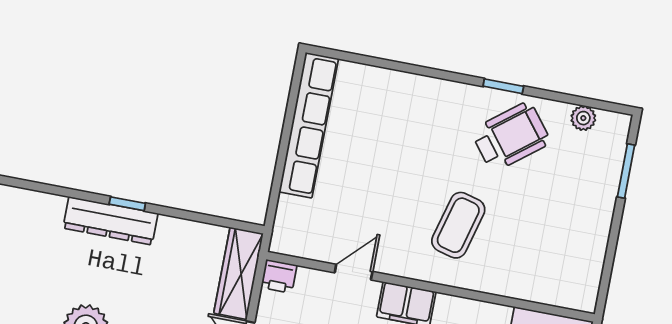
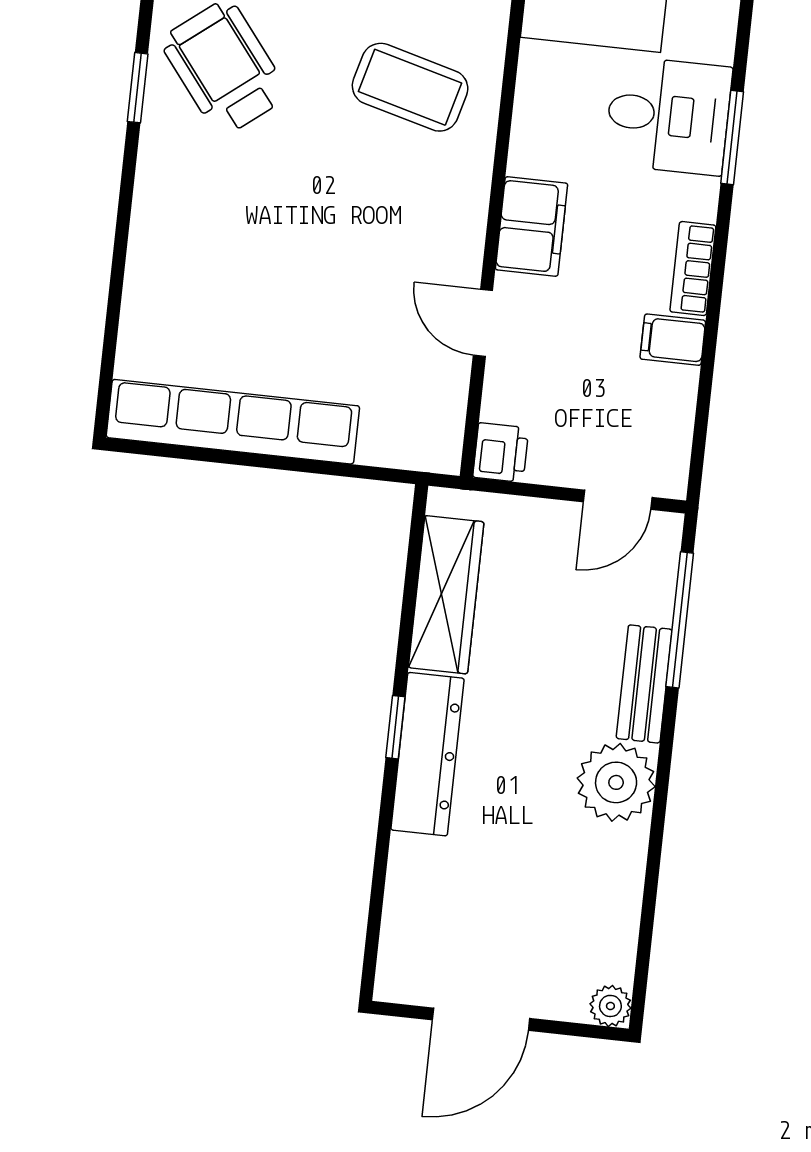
coffee table: (458, 225) -> (410, 87), moved
wardrobe: (239, 273) -> (446, 595), moved, turned -90

